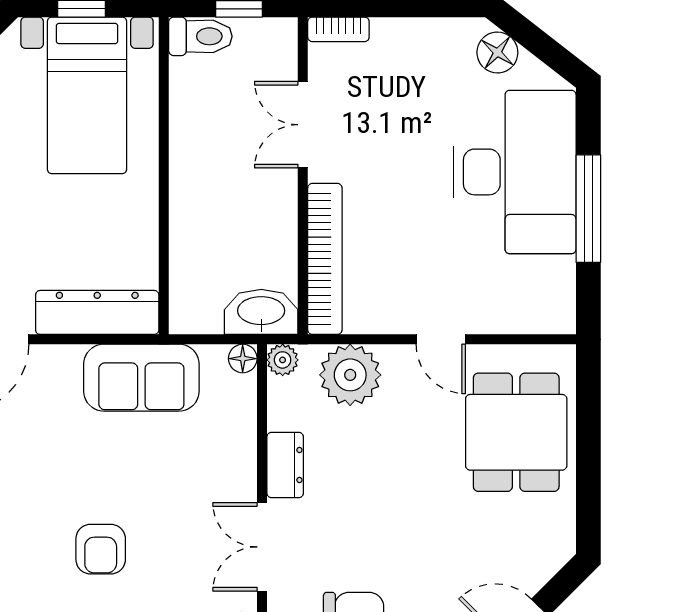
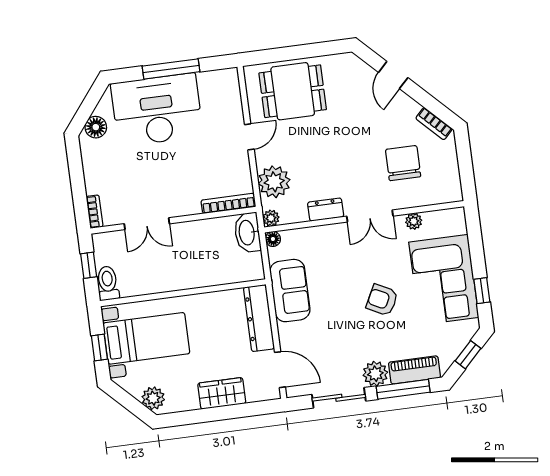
bookcase: (325, 259) -> (228, 203), width x0.68, depth x0.76
armchair: (101, 549) -> (382, 300), turned -153

